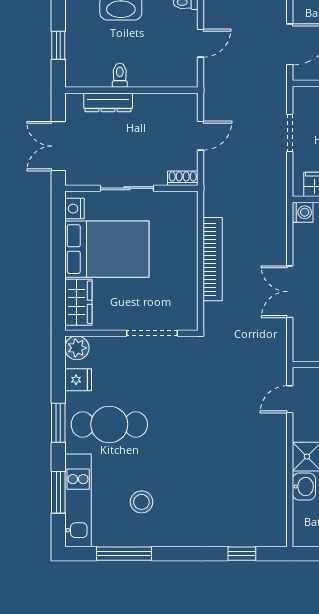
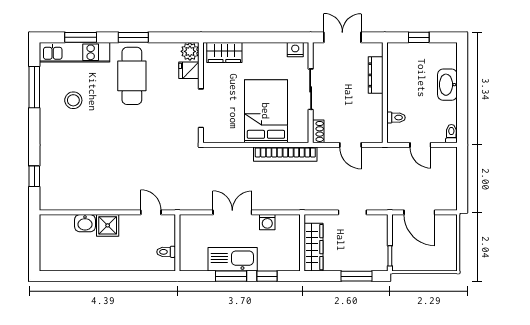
toilet: (120, 75) -> (396, 118), moved
washing machine: (303, 212) -> (267, 222), moved
bed: (107, 249) -> (266, 111), moved, turned 180
bookcase: (213, 259) -> (285, 154), moved
fridge: (78, 380) -> (189, 70), moved, turned 90

